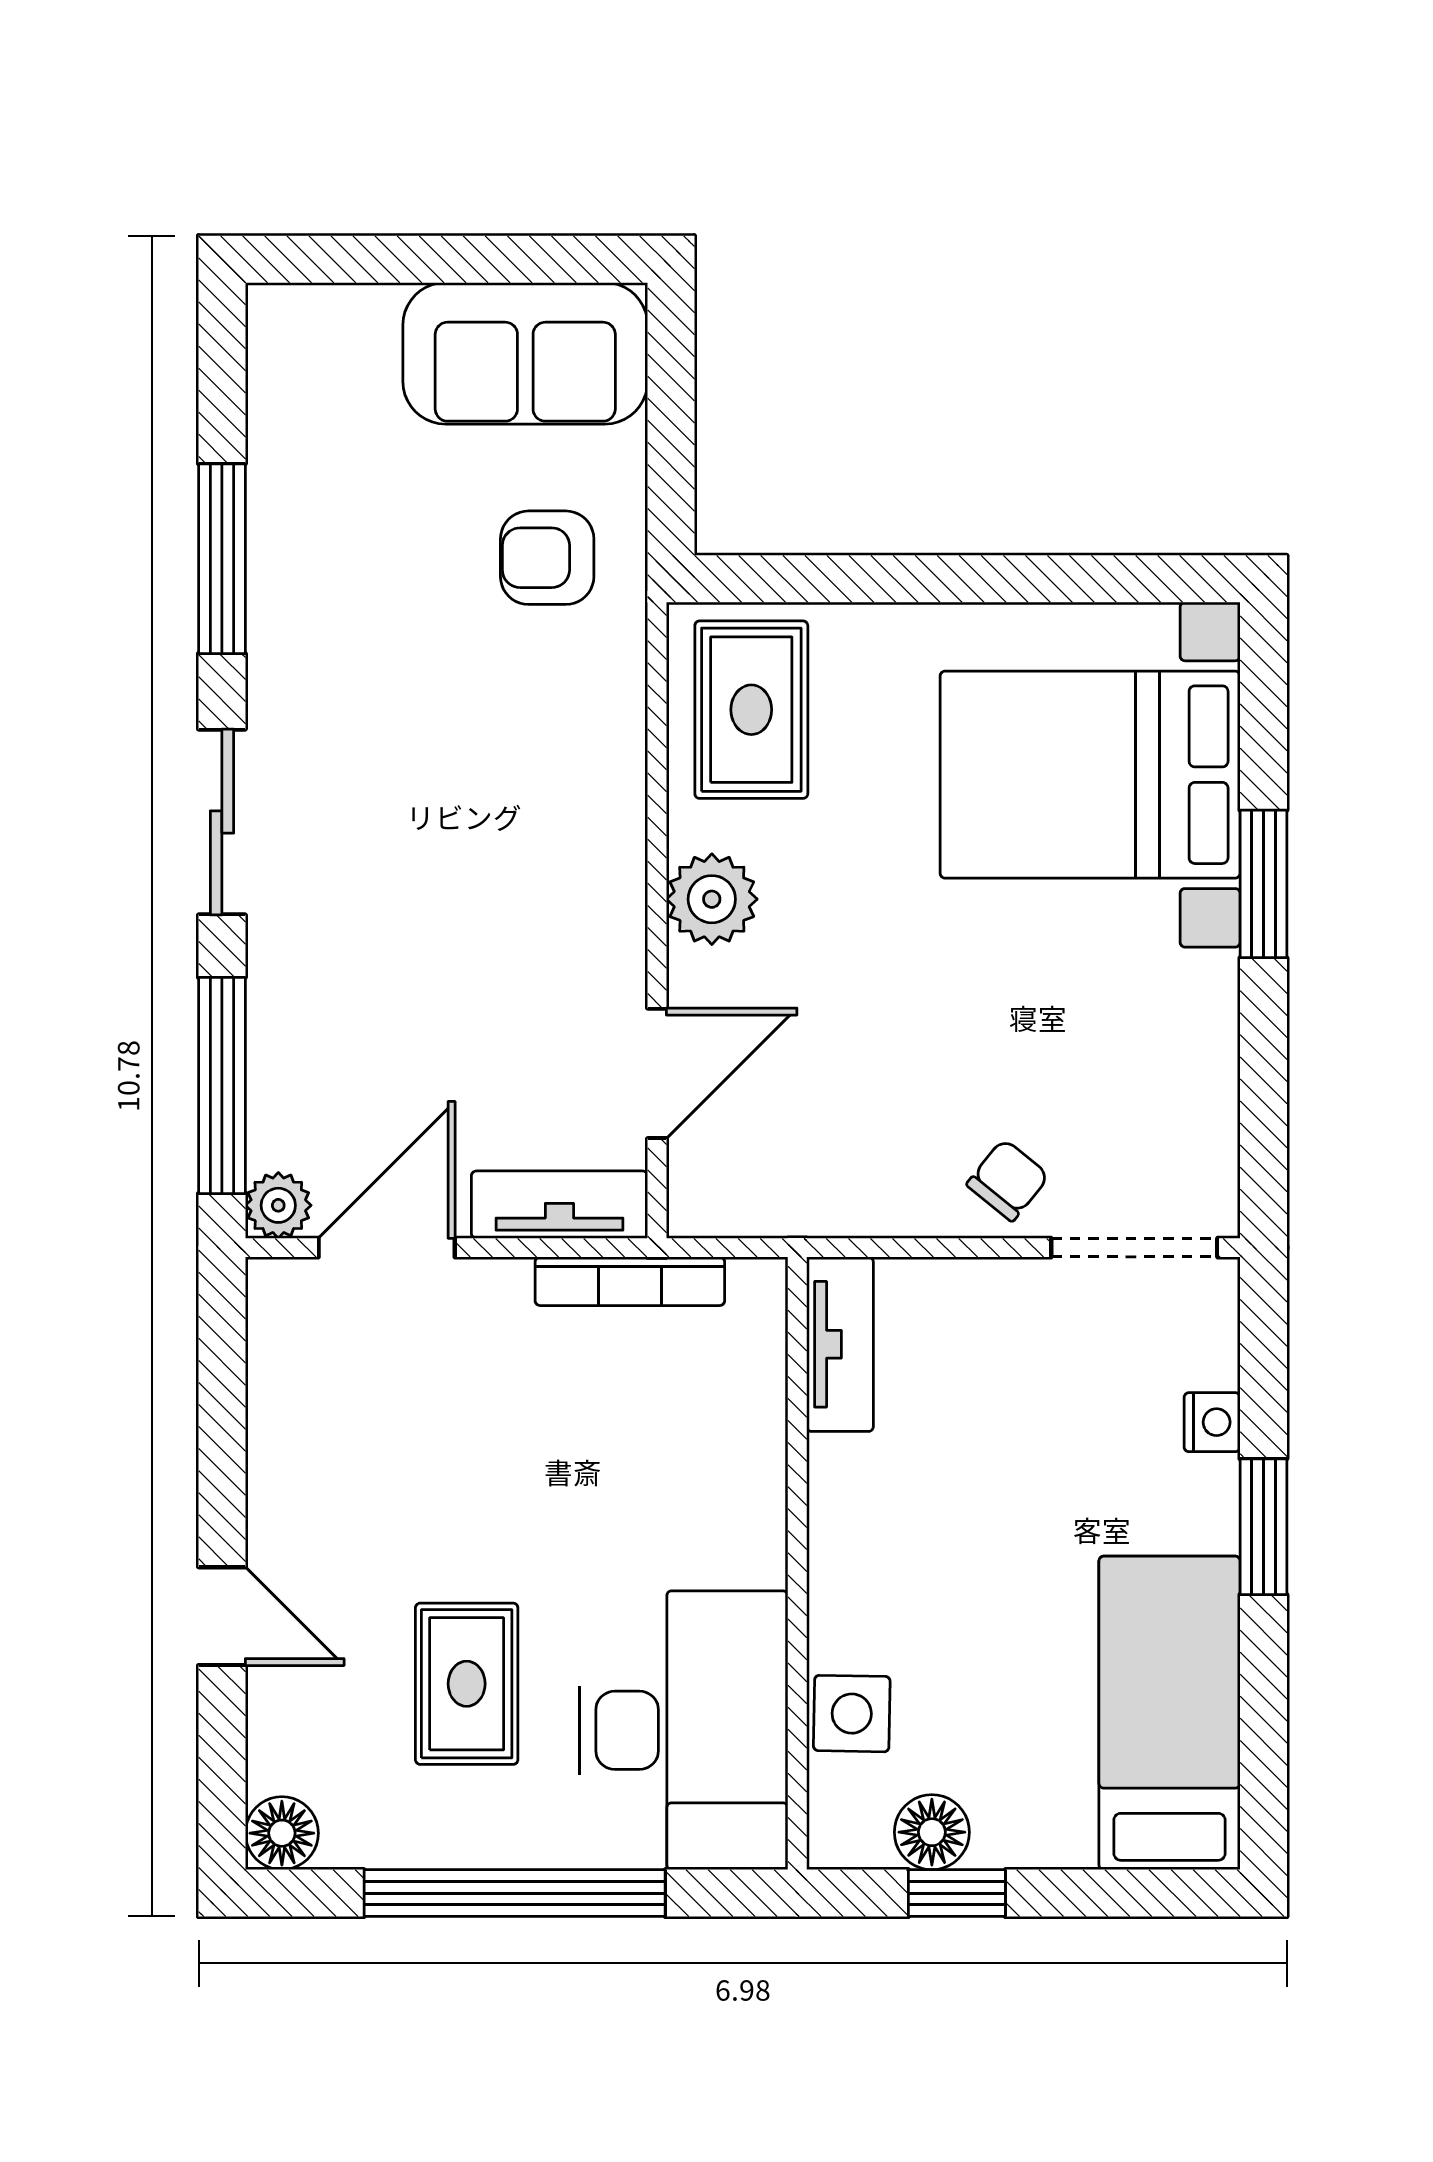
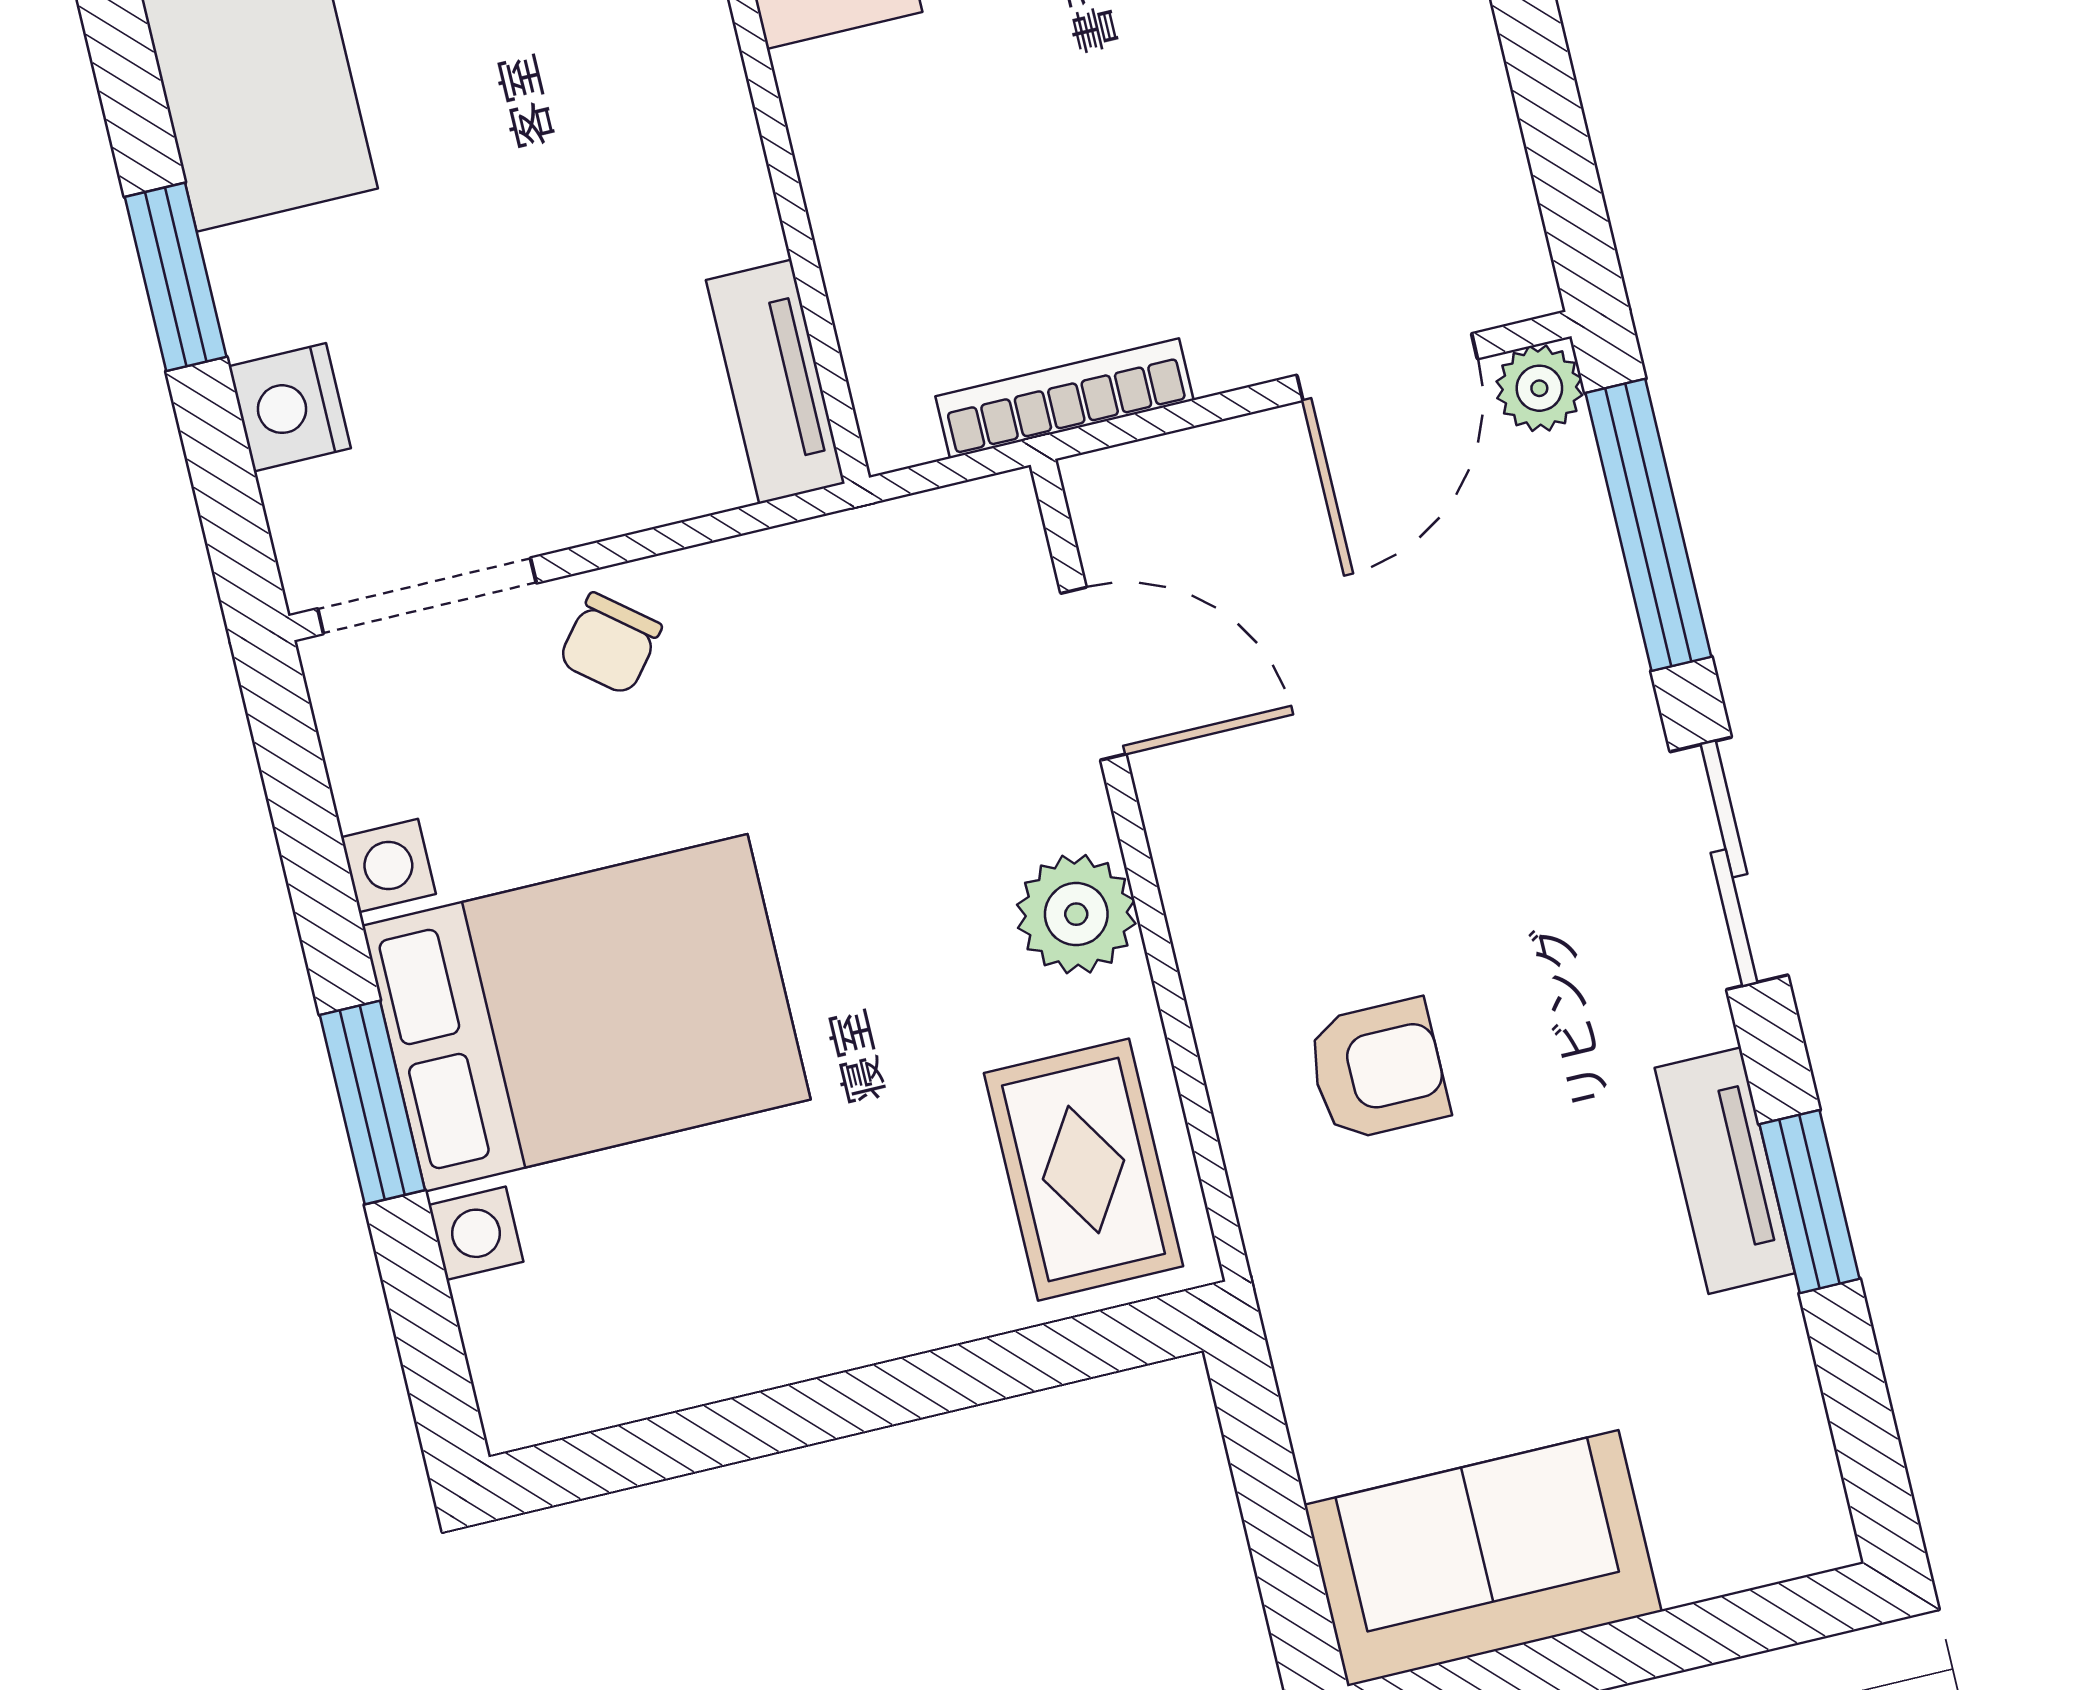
armchair: (547, 558) -> (1378, 1070), moved
window: (222, 559) -> (1810, 1202), width x0.69
bed with nightstands: (1090, 775) -> (586, 1013), moved
door: (657, 1073) -> (1093, 674), swing flipped
tv unit: (559, 1205) -> (1725, 1171), moved, turned 90
nightstand: (1212, 1422) -> (290, 407), width x1.39, depth x1.35

